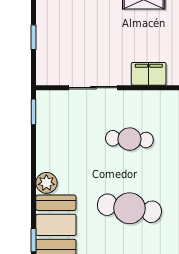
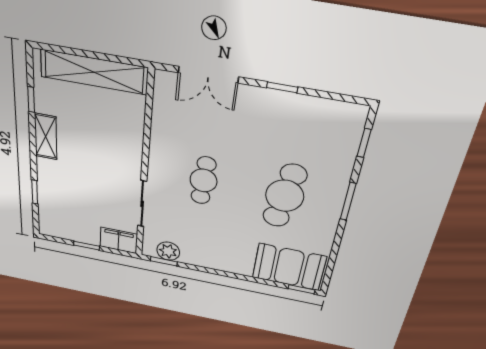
filing cabinet: (149, 74) -> (119, 240), moved, turned 90
plant: (46, 183) -> (168, 251), moved

